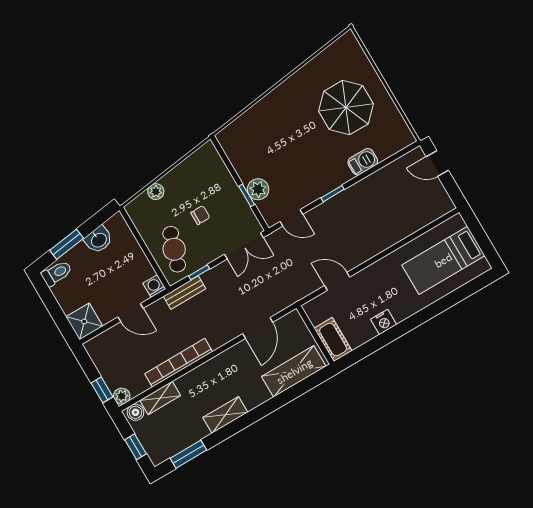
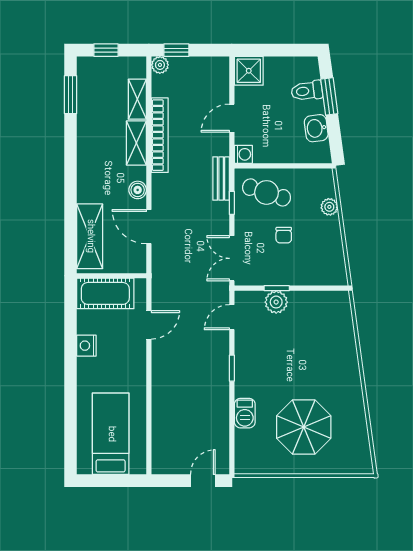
toilet: (57, 273) -> (307, 91), moved, turned 82
cot: (333, 340) -> (105, 293), width x1.37, depth x1.34
boiler: (135, 412) -> (138, 190), moved
shelving: (225, 415) -> (136, 143), moved

